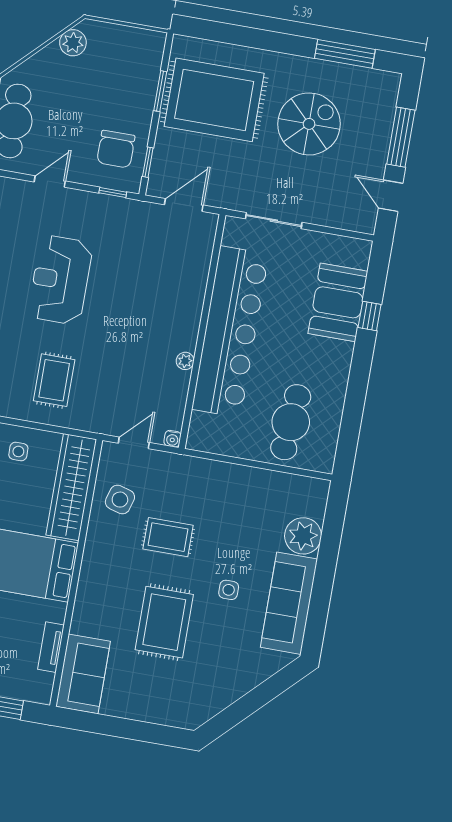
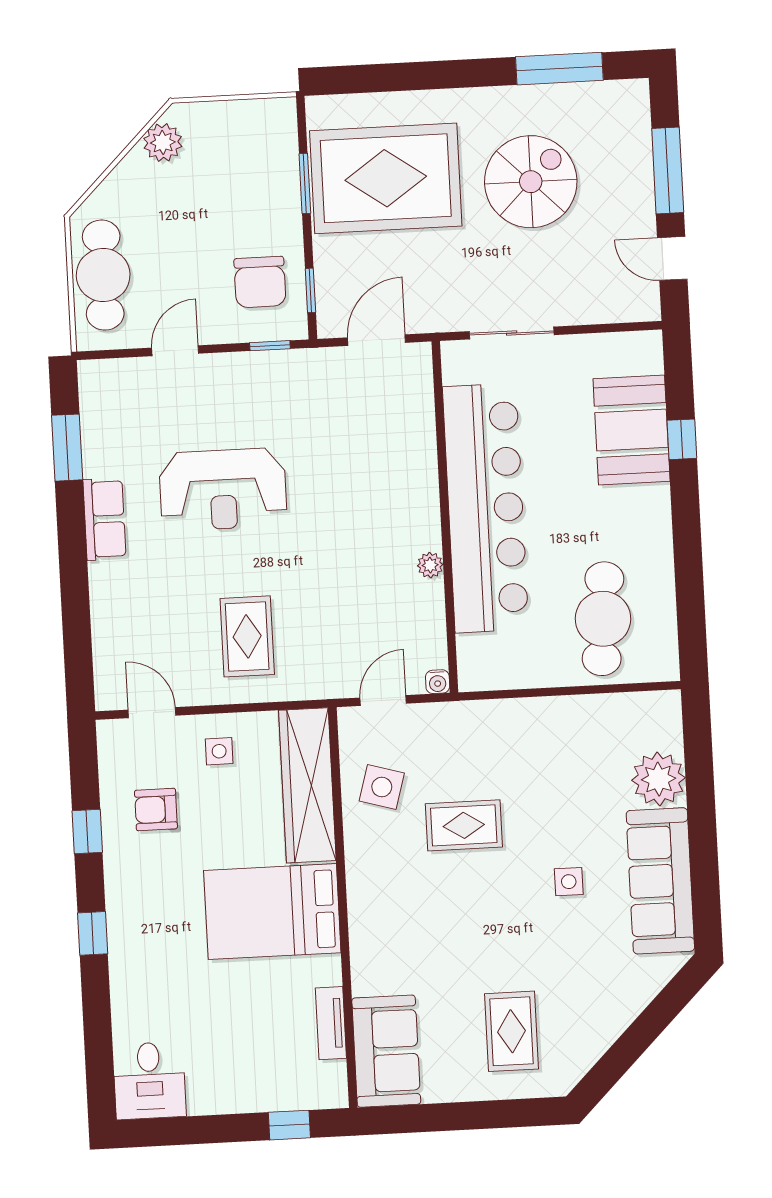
reception desk: (60, 280) -> (223, 489), turned -90
rug: (164, 622) -> (512, 1031), moved, width x0.73, depth x0.70

